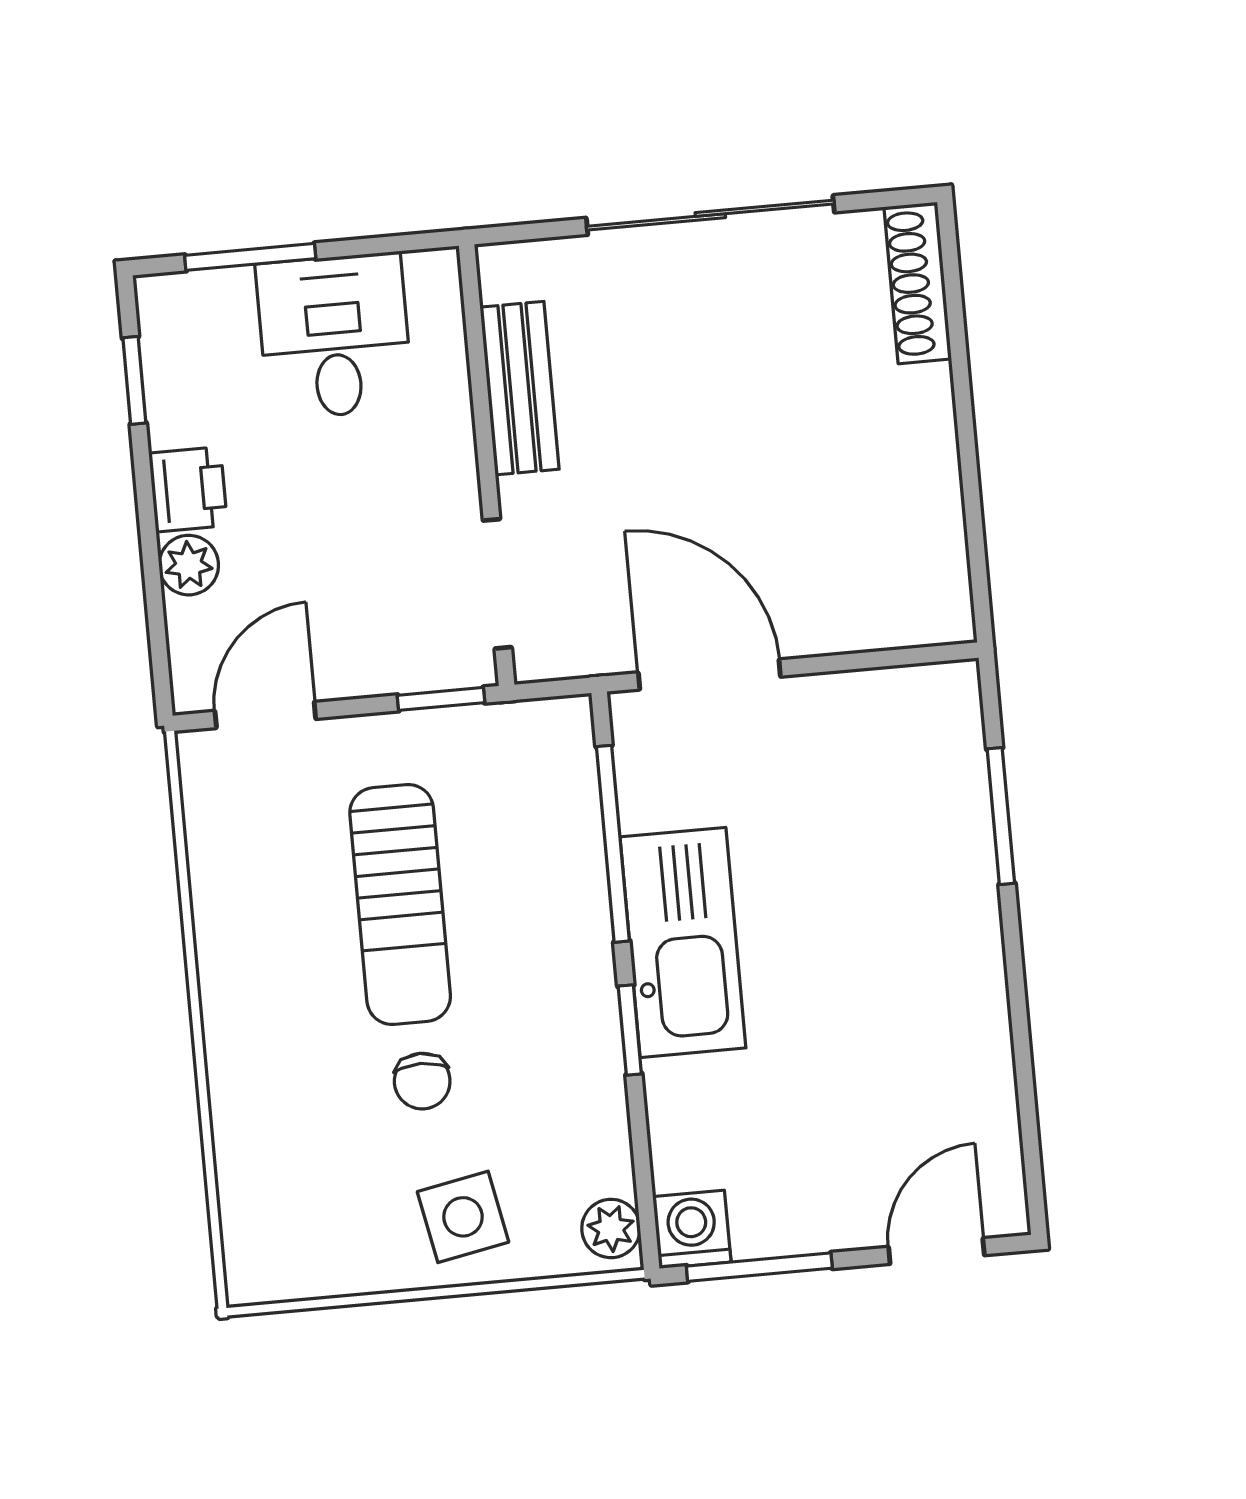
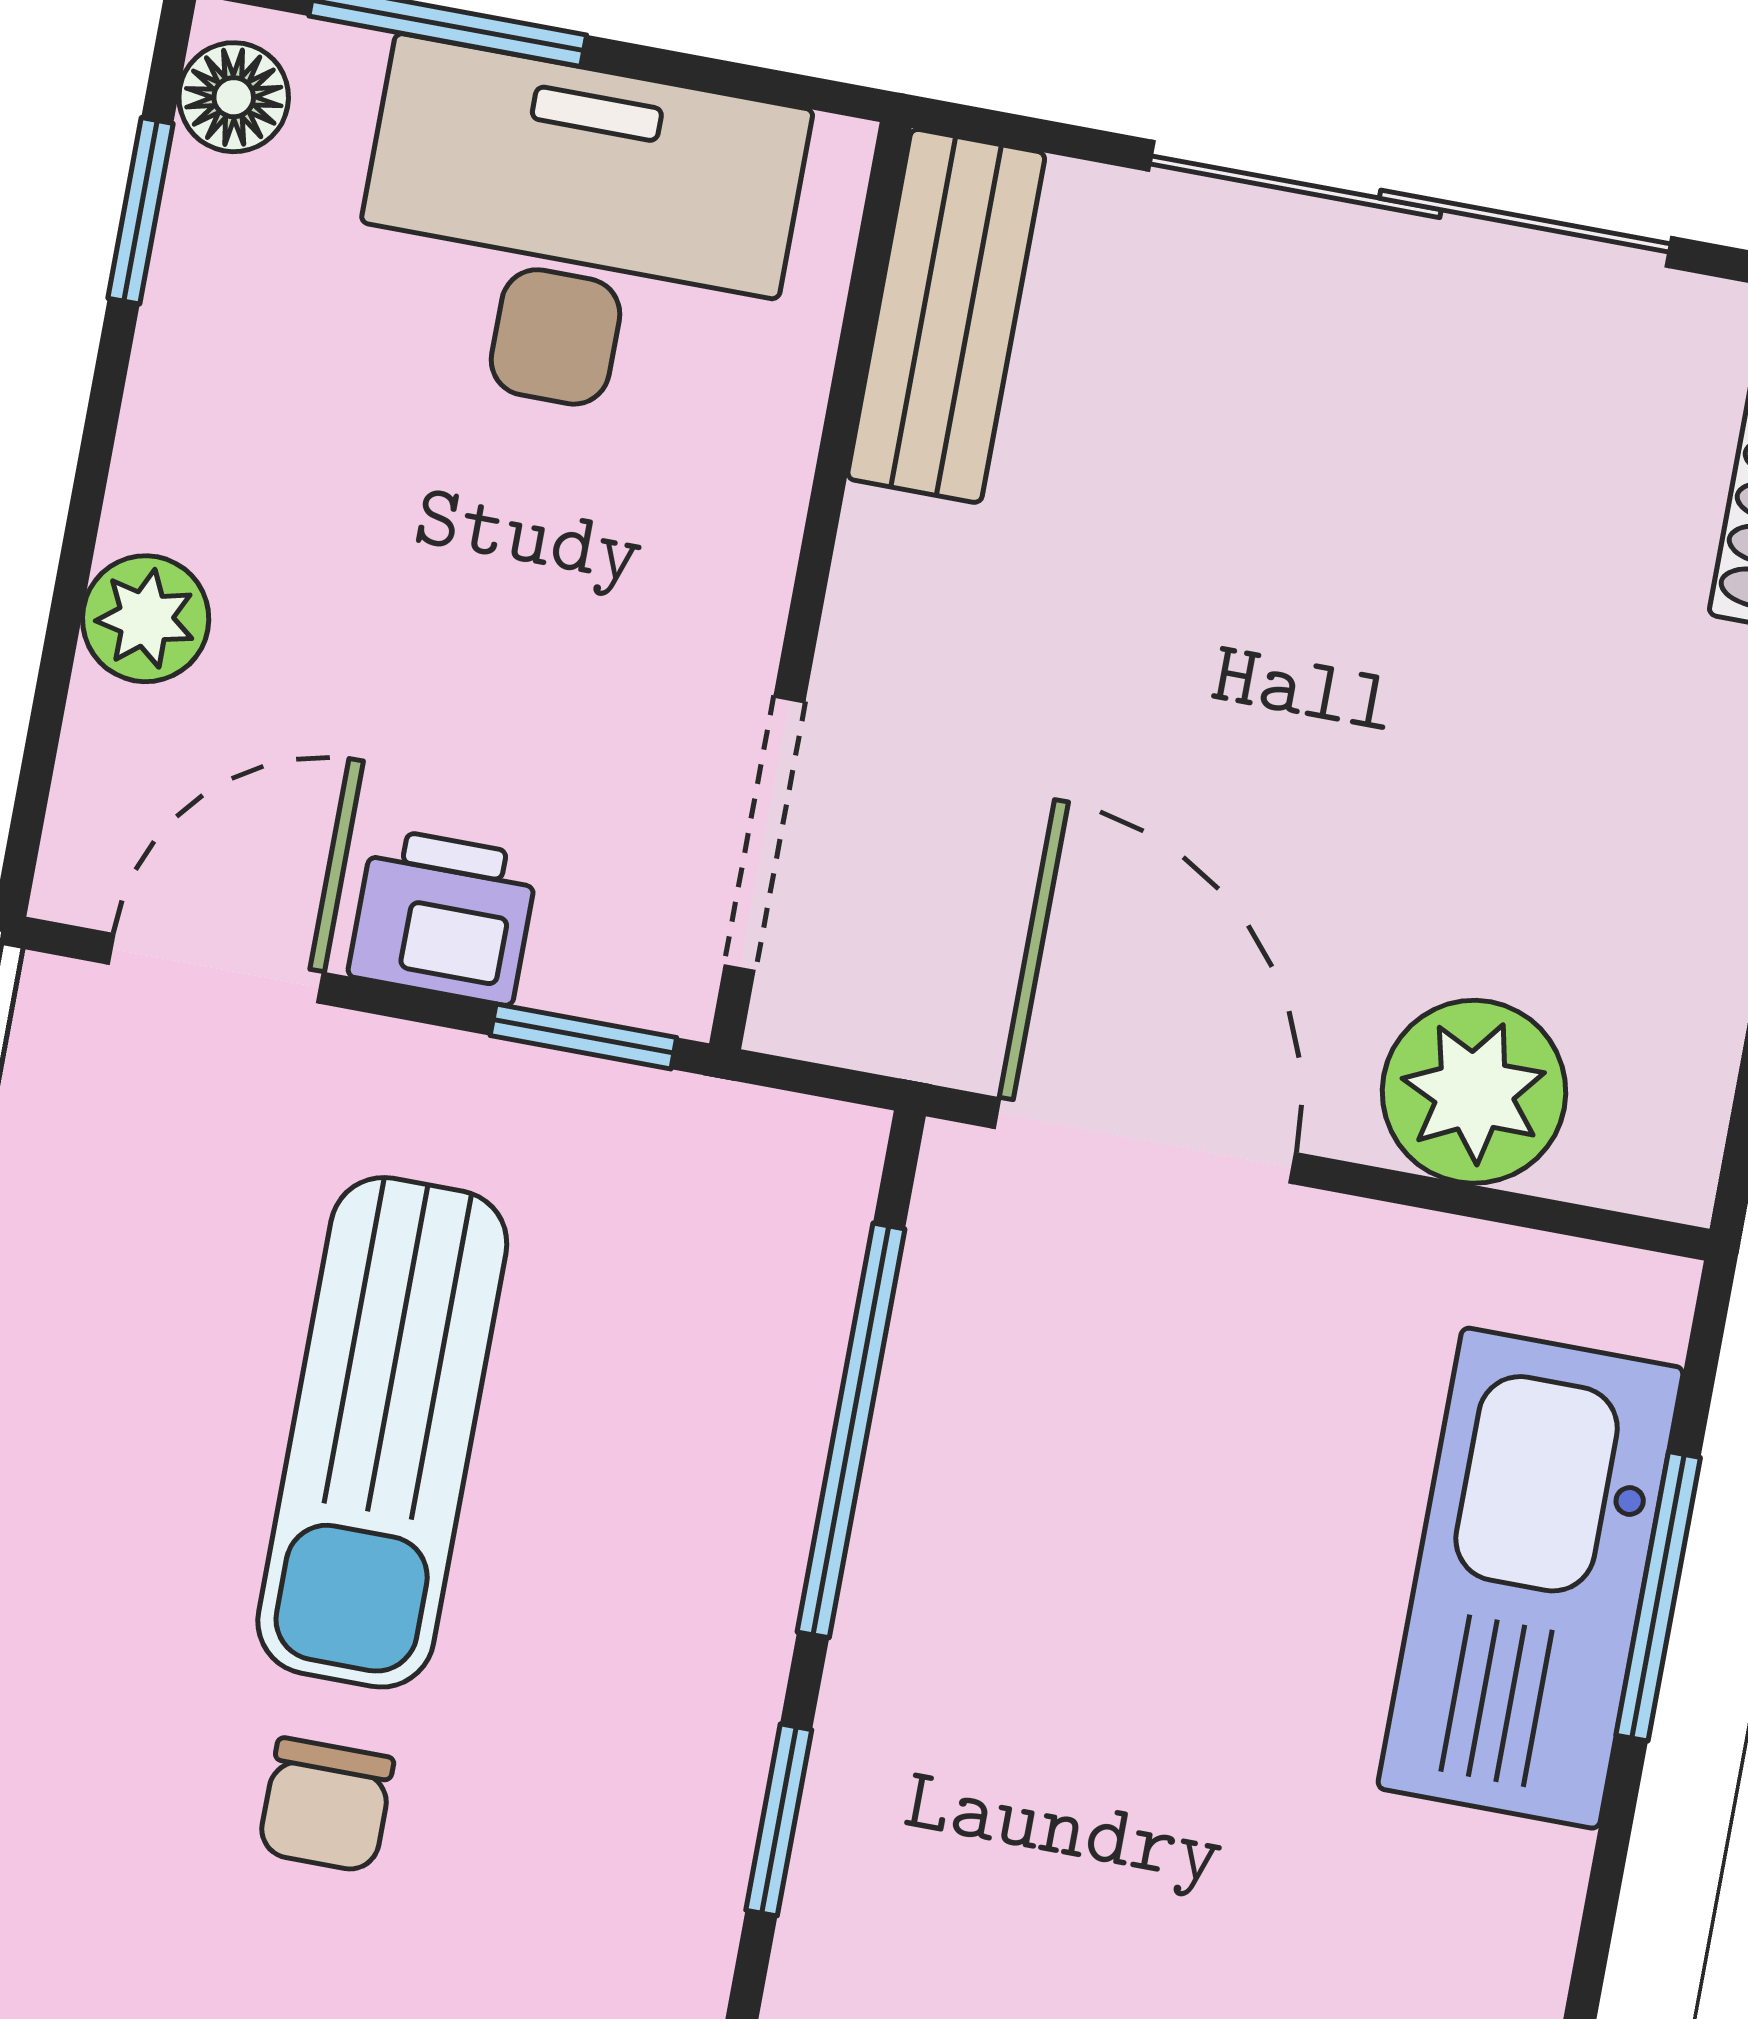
floor lamp: (162, 317) -> (234, 97), added
desk: (335, 336) -> (574, 235), width x1.37
bench: (520, 388) -> (946, 316), moved
printer: (188, 489) -> (443, 916), moved, turned -90
plant: (853, 610) -> (1474, 1092), added
kitchen sink: (683, 942) -> (1531, 1578), moved, turned 180

